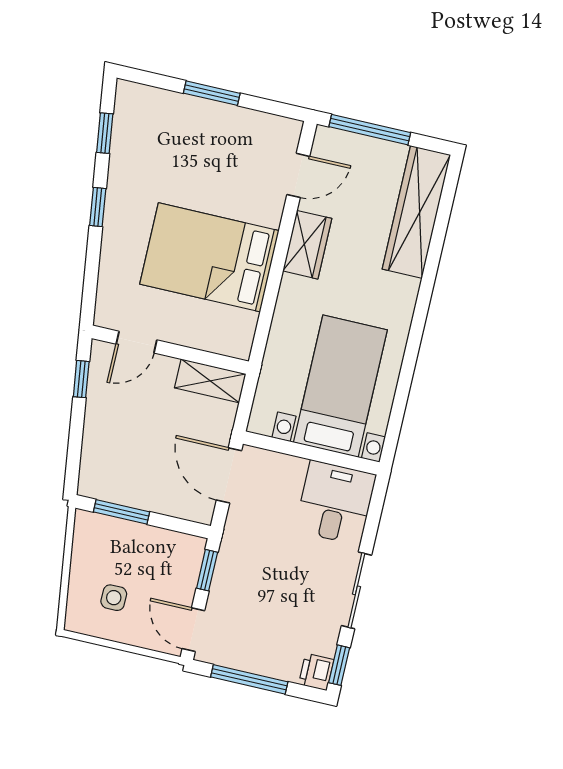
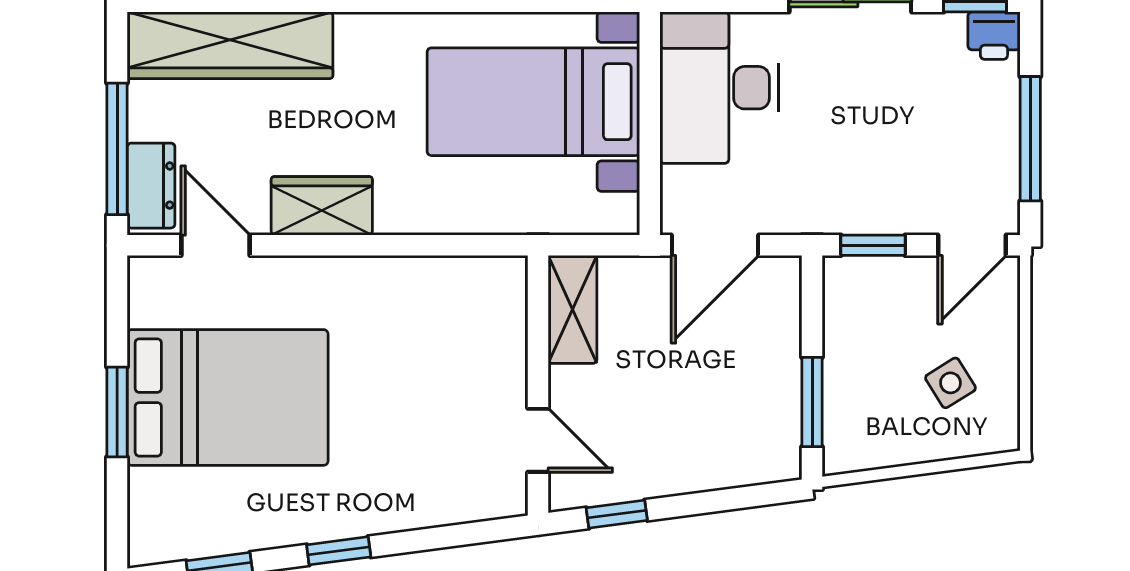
dresser: (343, 145) -> (151, 186), added
bed: (209, 257) -> (228, 397), moved, turned -90
desk: (335, 503) -> (719, 88), width x1.37
side table: (114, 598) -> (950, 383), turned -32

